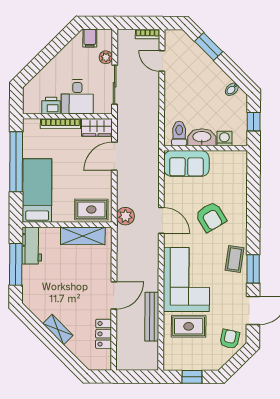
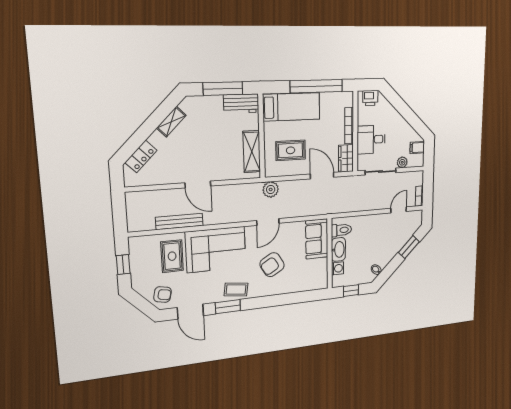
printer: (51, 106) -> (370, 98), moved, turned 90
rug: (91, 209) -> (291, 150), moved, turned 90
shelving: (58, 330) -> (171, 122), moved
locker: (104, 334) -> (141, 156), moved, turned 135

